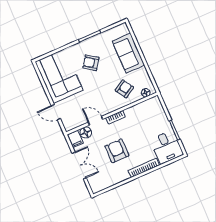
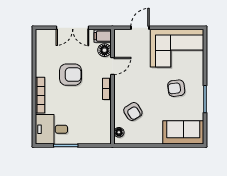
sofa: (128, 53) -> (183, 132), moved
armchair: (91, 63) -> (176, 88), turned -132

